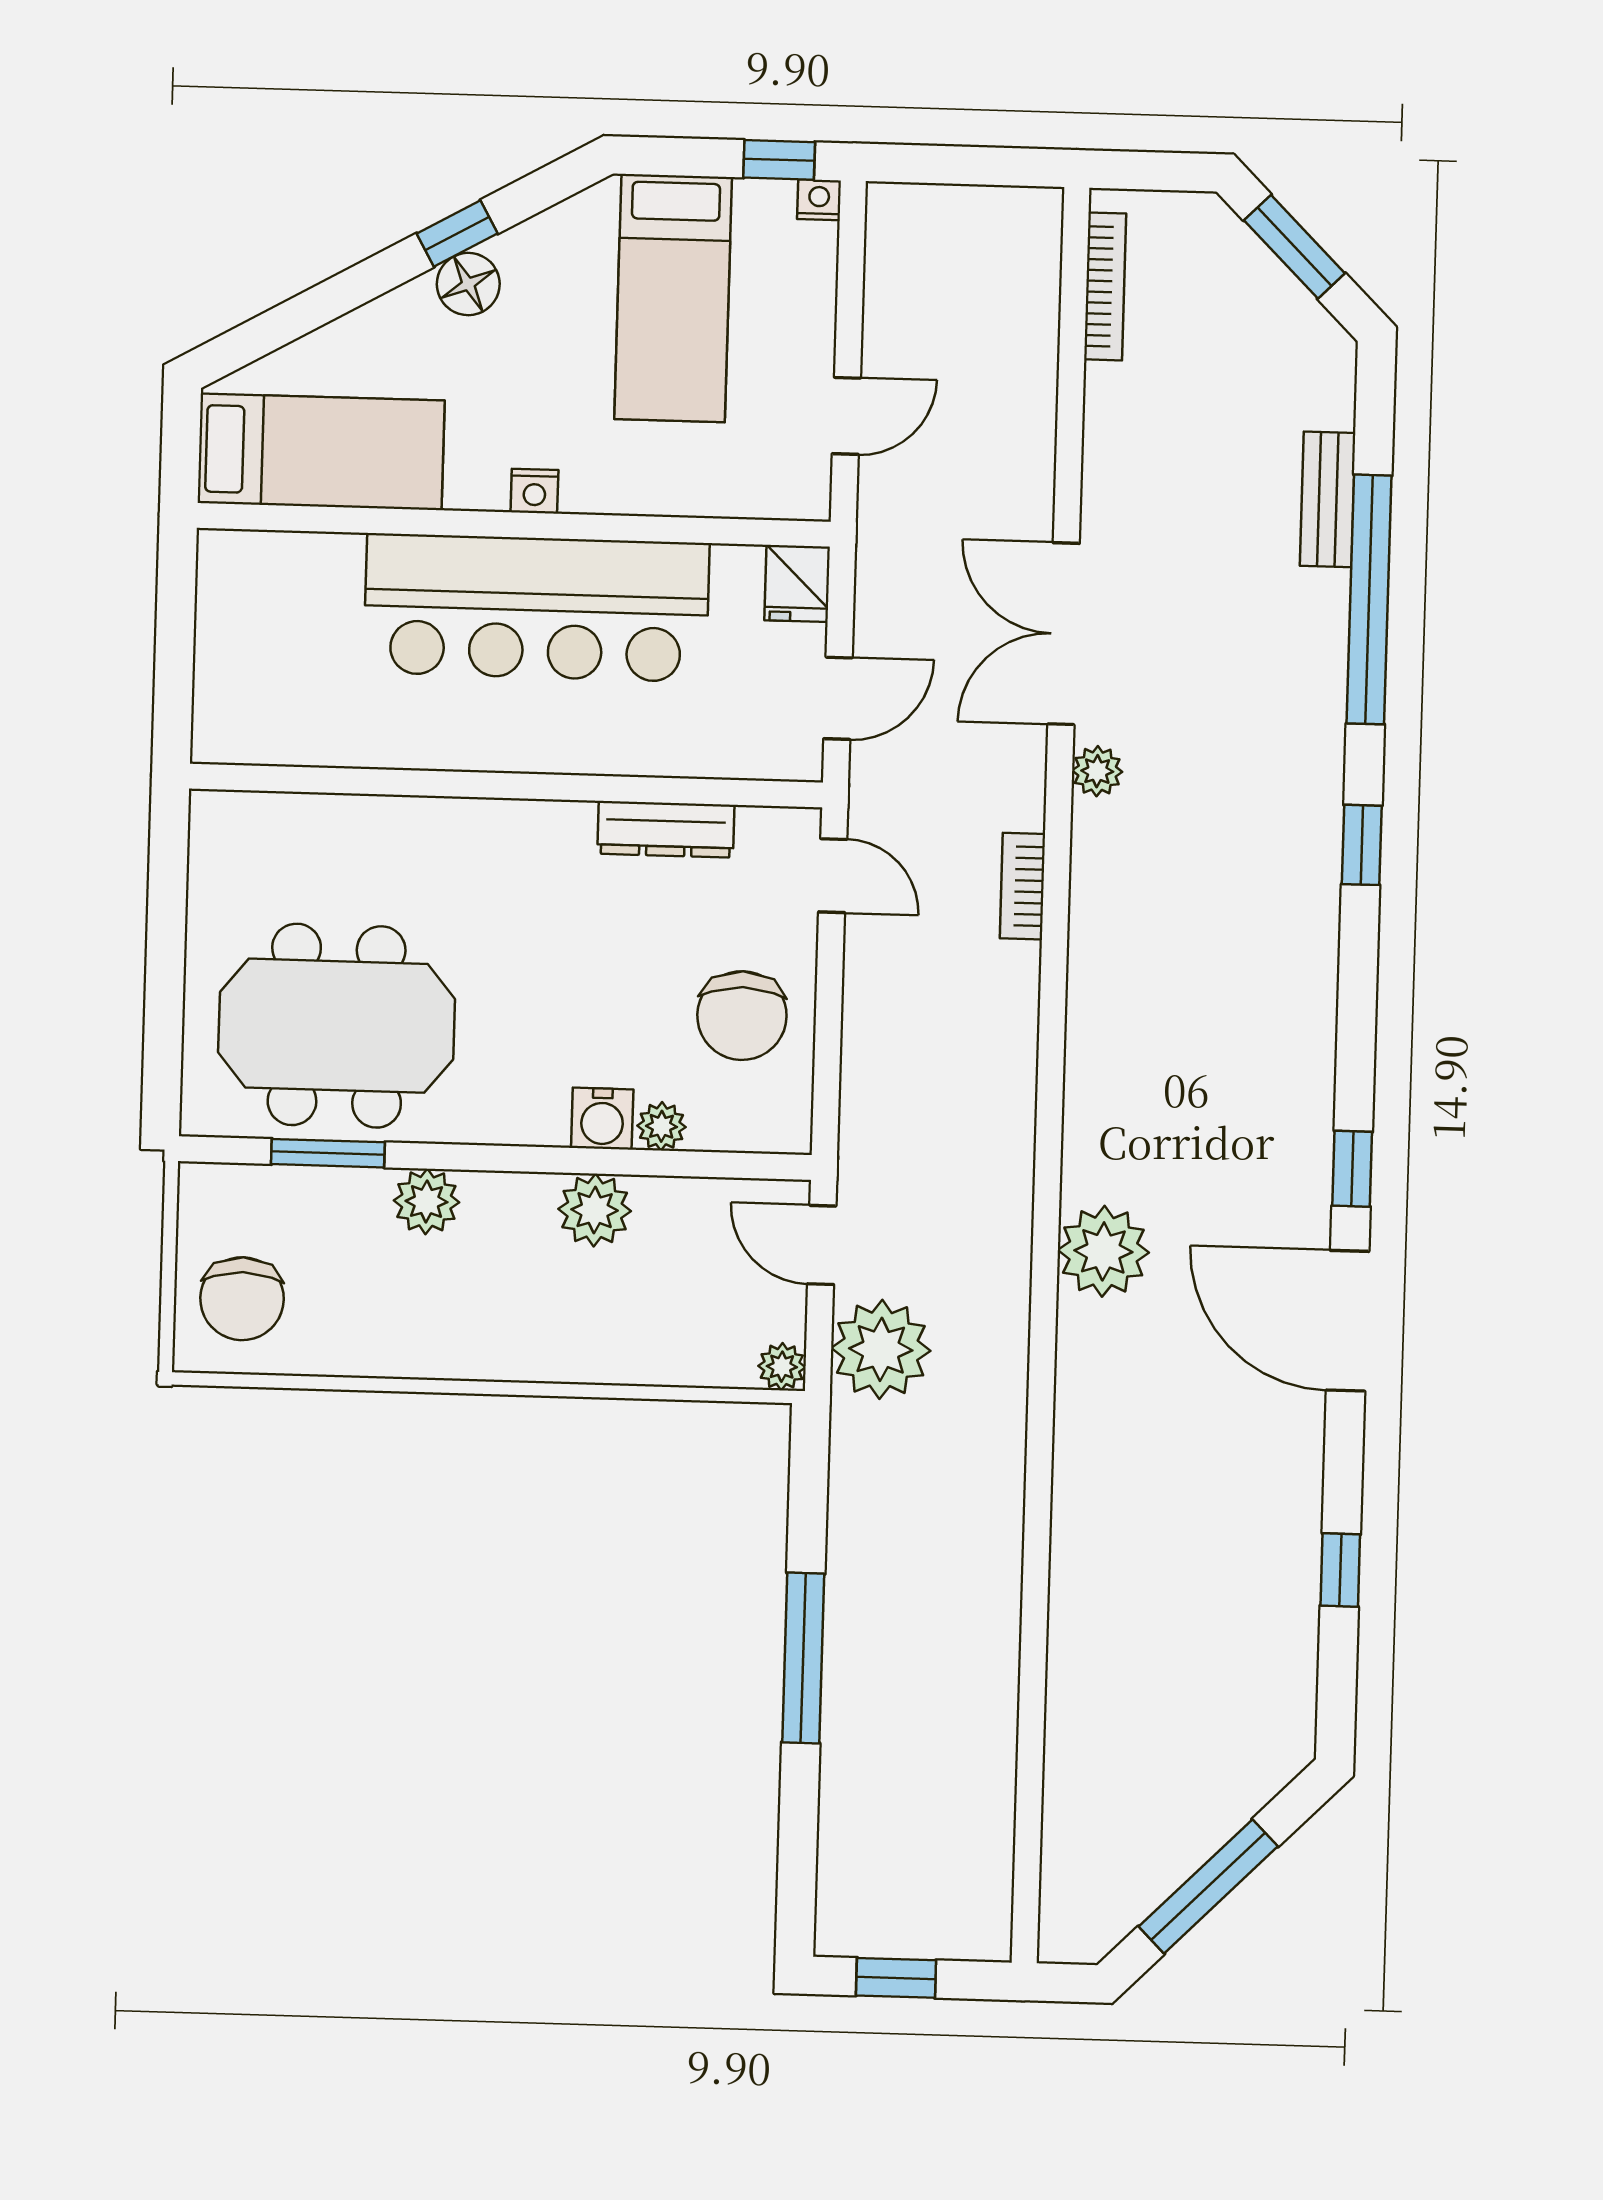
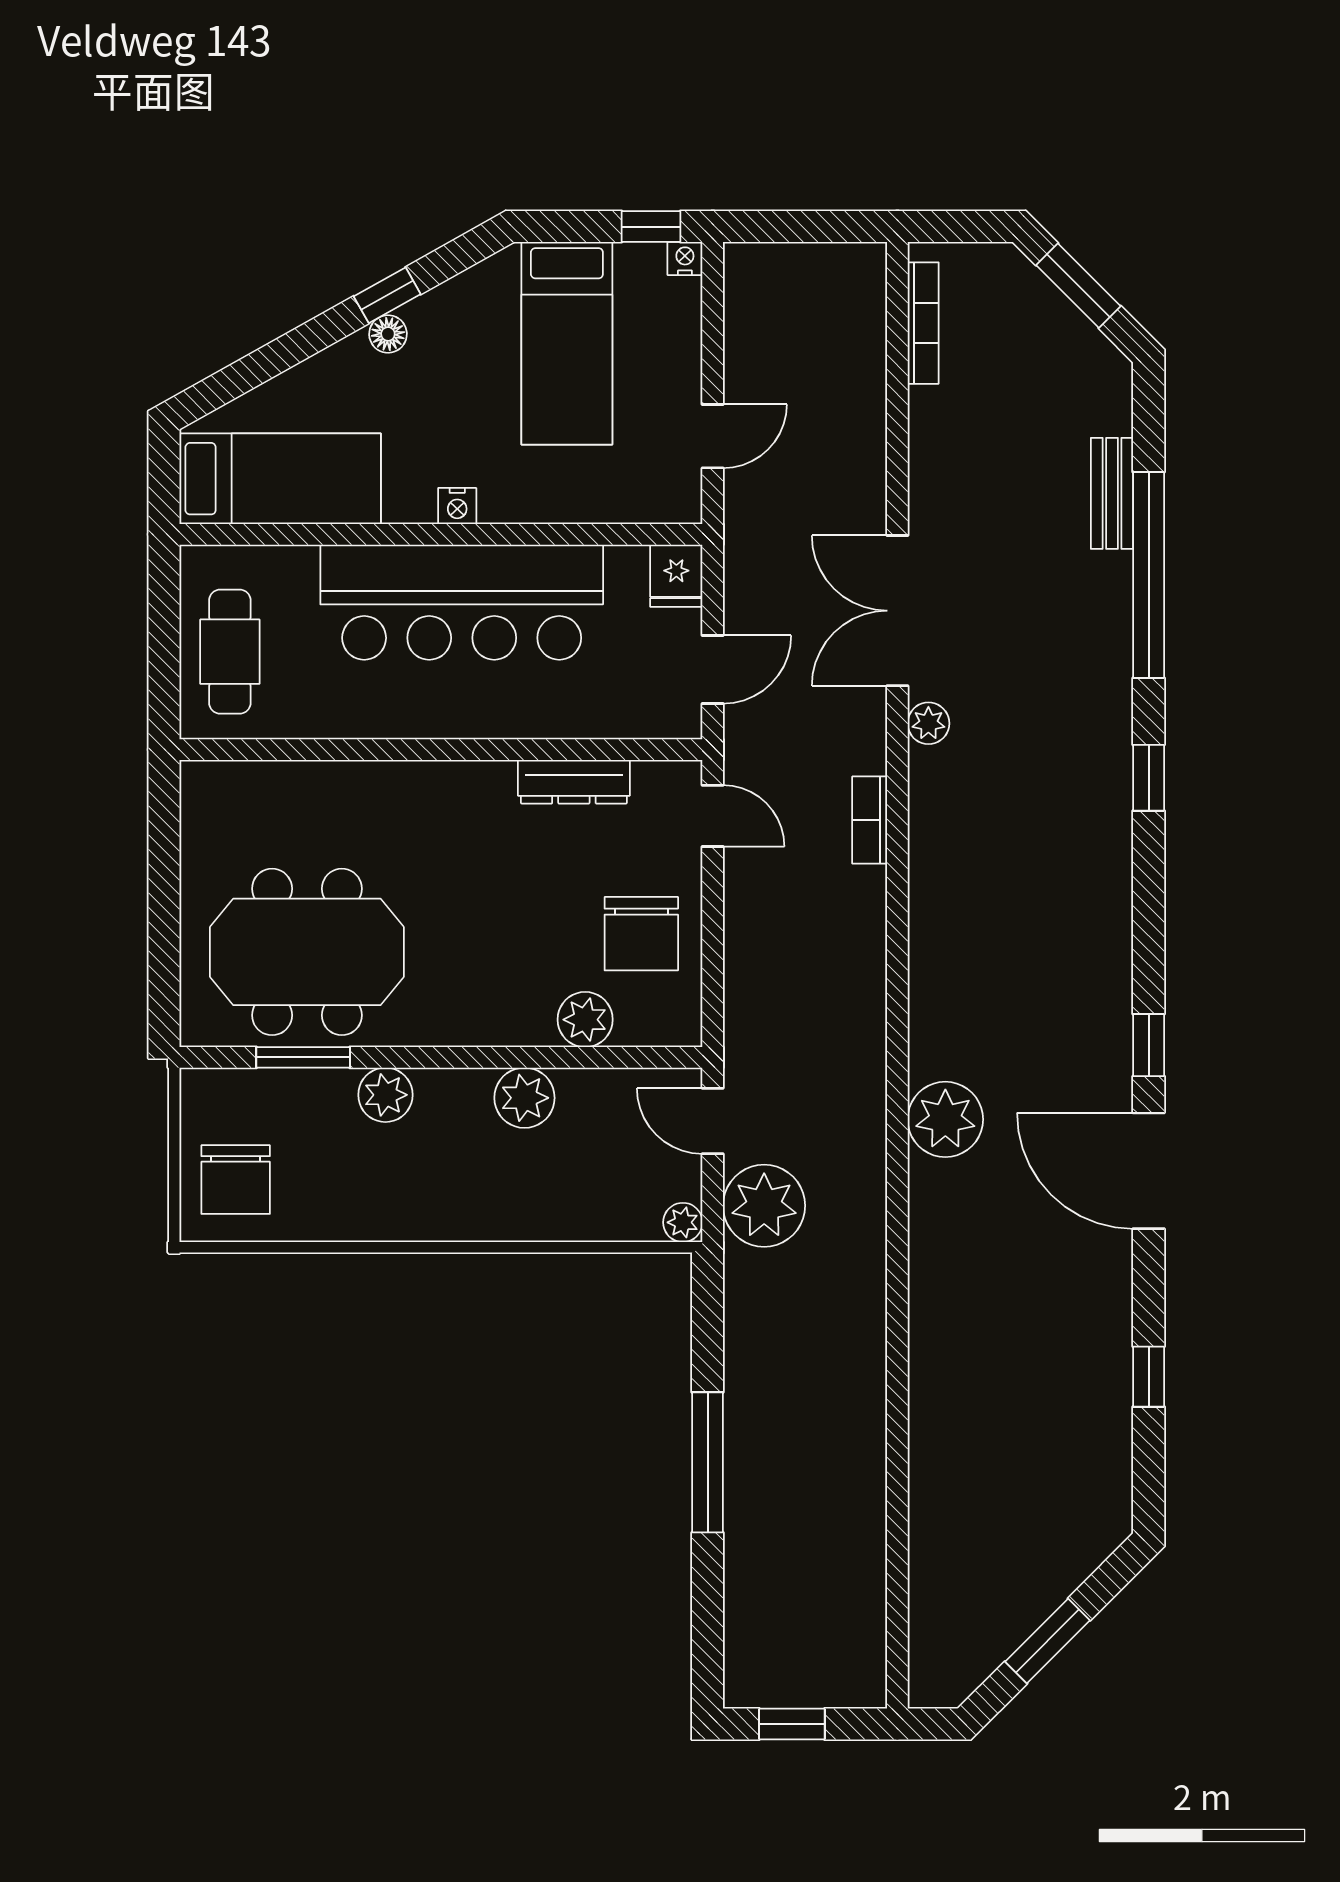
floor lamp: (468, 284) -> (388, 334), width x0.73, depth x0.73
cafe table: (254, 659) -> (230, 652), added
water cooler: (602, 1119) -> (528, 1022), removed
plant: (661, 1126) -> (585, 1020), width x1.38, depth x1.38
window: (1208, 1886) -> (1047, 1641), width x0.69

